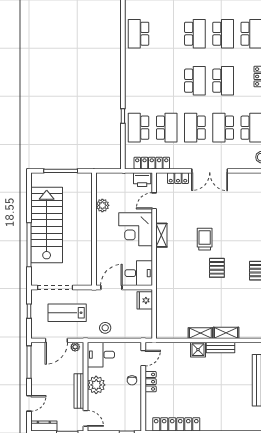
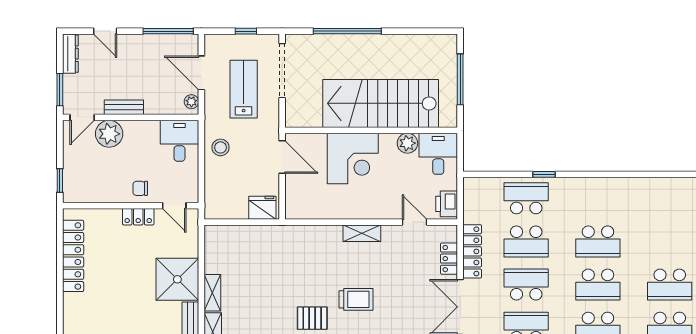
school desk: (138, 34) -> (598, 241), moved, turned 180
locker: (152, 163) -> (472, 251), moved
stairs: (47, 225) -> (381, 103), moved, turned 180
corner desk: (136, 229) -> (353, 158), moved, turned 180
desk: (139, 273) -> (438, 154), moved, turned 180
shower: (198, 350) -> (177, 279), width x1.86, depth x1.86
plant: (96, 385) -> (109, 134), moved
bench: (79, 391) -> (124, 107), width x0.73

